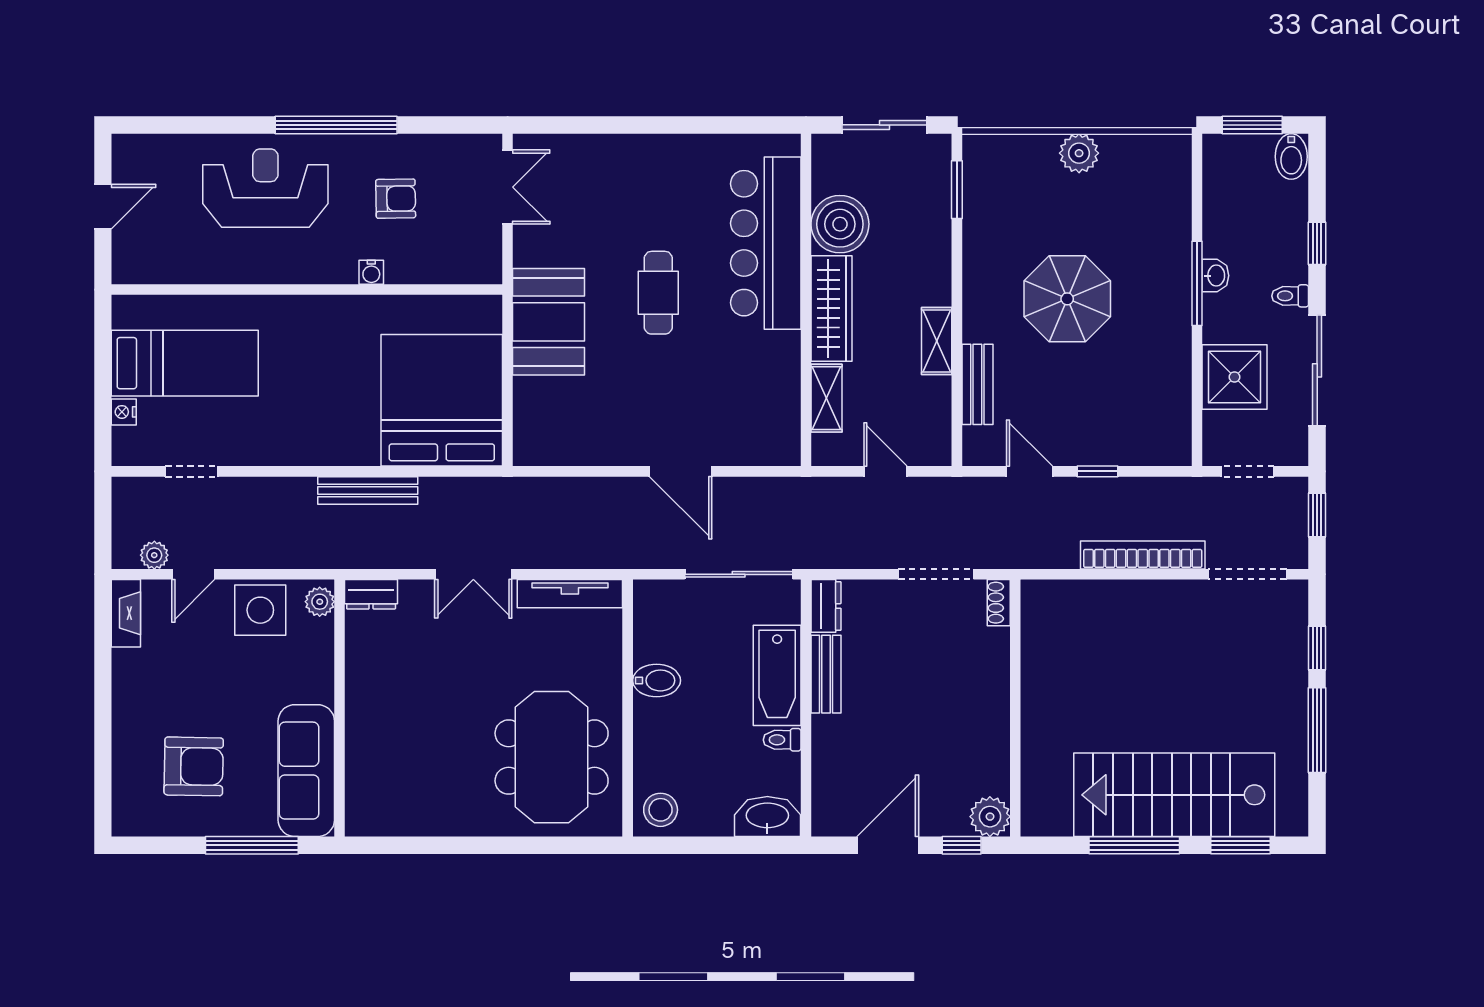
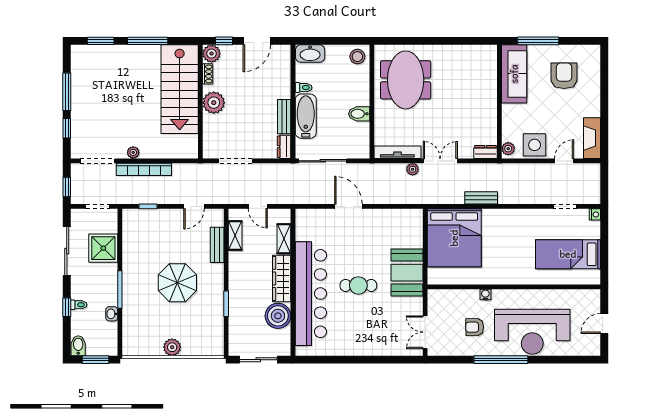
reception desk: (265, 188) -> (532, 332), width x1.36, depth x1.30
window: (957, 190) -> (226, 304), moved
bar counter: (766, 243) -> (311, 294), width x1.36
washbasin: (1215, 276) -> (112, 314), moved
cafe table: (658, 293) -> (358, 285), turned 90
toilet: (1290, 296) -> (79, 305), moved
shelving: (937, 341) -> (235, 235), moved
nightstand: (124, 412) -> (595, 214), moved
door: (1030, 471) -> (194, 206), hinge flipped
window: (1098, 471) -> (148, 206), moved
bench: (368, 490) -> (481, 198), width x0.73
plant: (154, 555) -> (413, 169), moved
plant: (1167, 593) -> (133, 152), added
shoe rack: (999, 603) -> (208, 74), moved
fireplace: (126, 613) -> (592, 138), width x1.37, depth x1.32
plant: (985, 706) -> (214, 103), added
armchair: (194, 766) -> (564, 76), turned 89
stairs: (1174, 795) -> (180, 89), moved, turned 90

